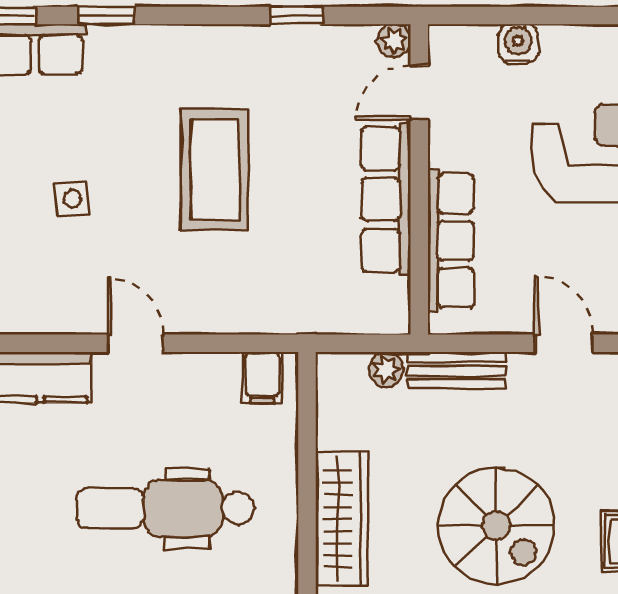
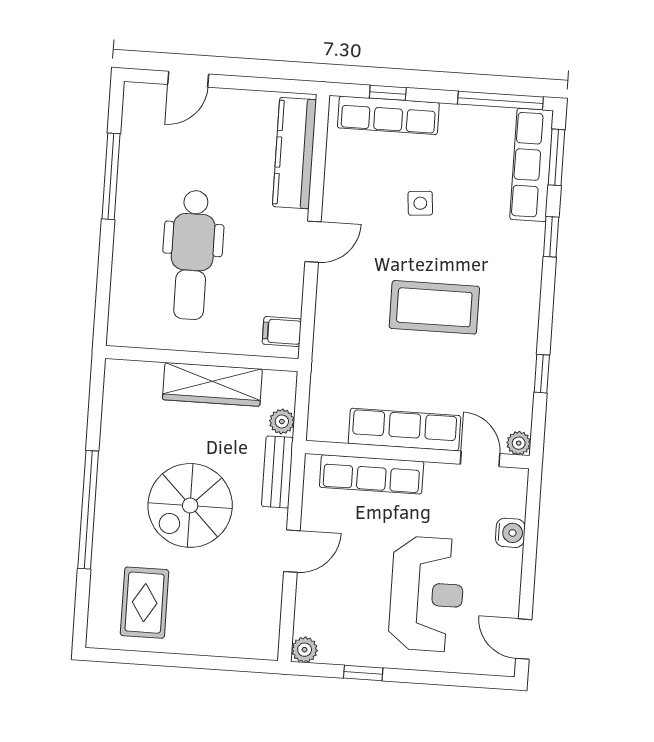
dental chair: (165, 508) -> (192, 255), turned 180
wardrobe: (342, 519) -> (212, 384), moved
spiral stairs: (497, 525) -> (190, 505), moved

